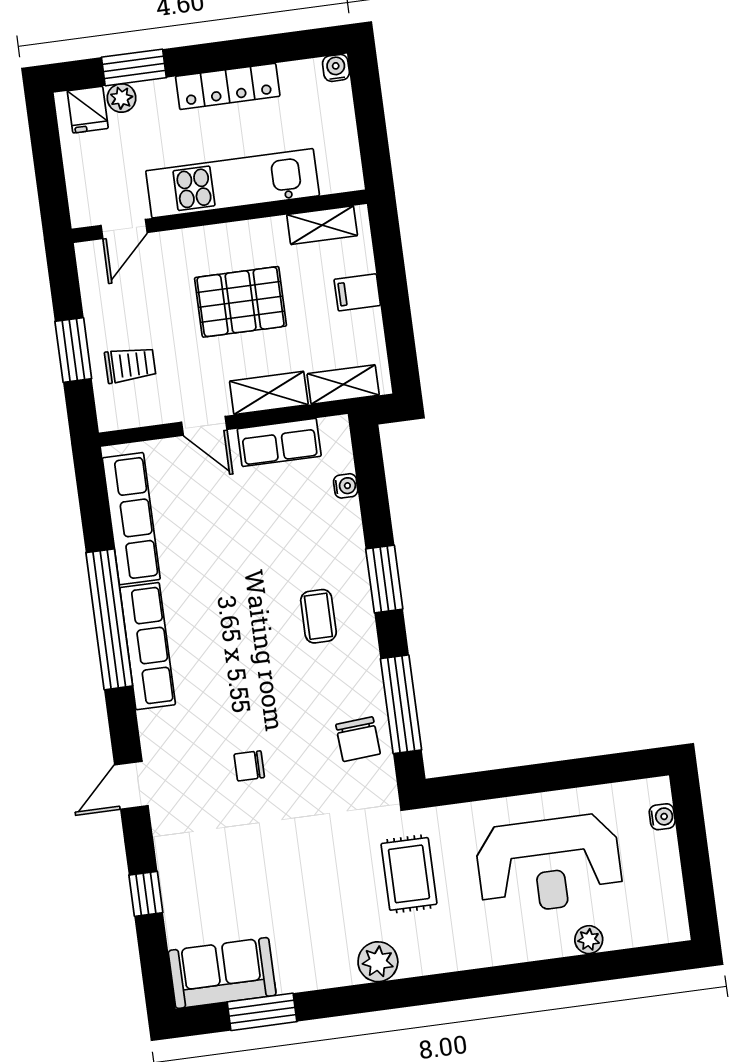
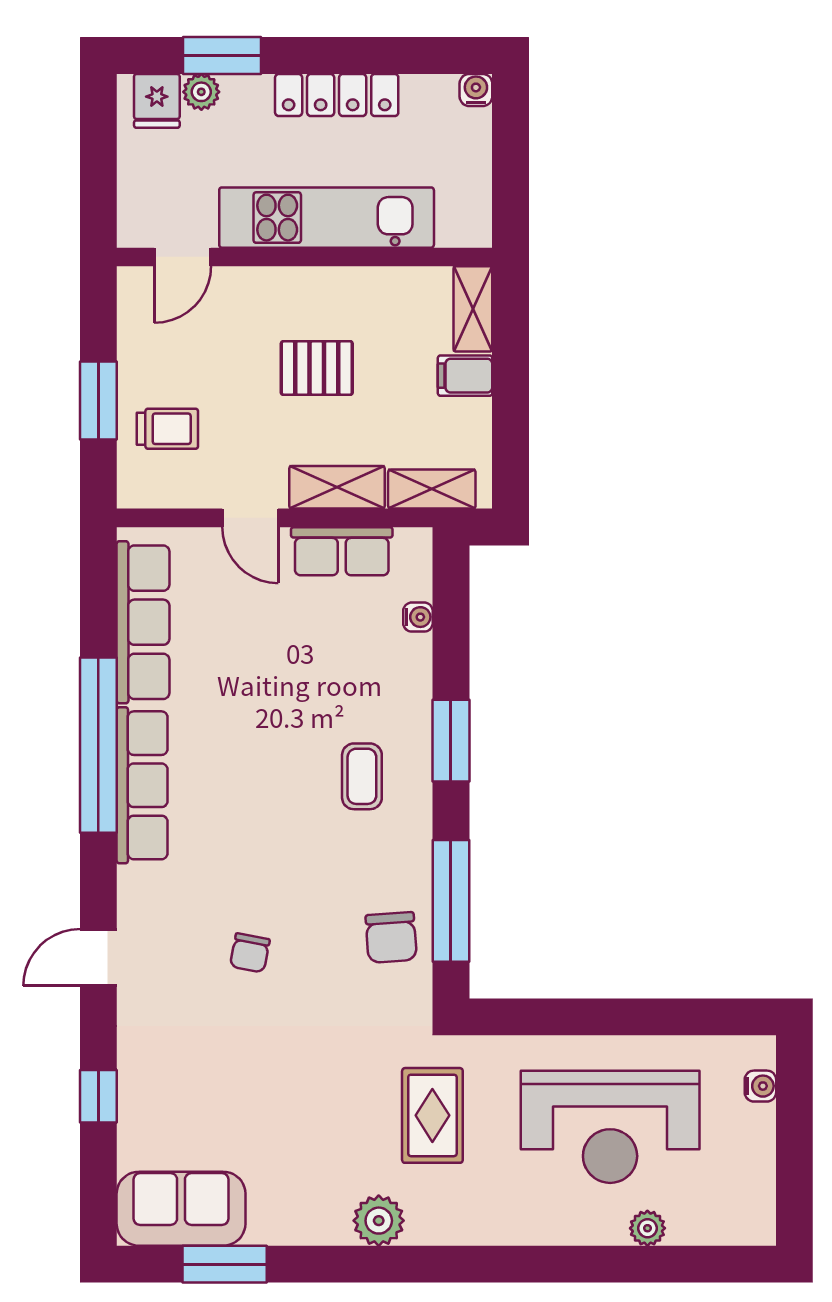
shelving: (322, 225) -> (473, 309), moved, turned 90
pallet: (241, 302) -> (317, 368), width x0.67, depth x0.71
chair: (249, 766) -> (250, 953), turned -79

